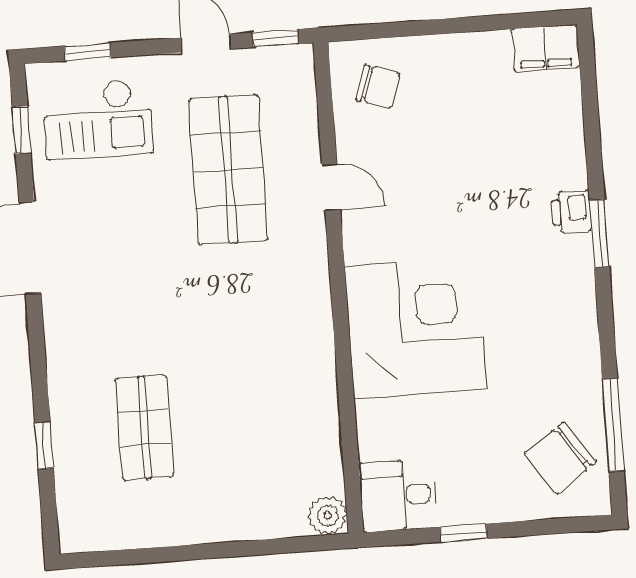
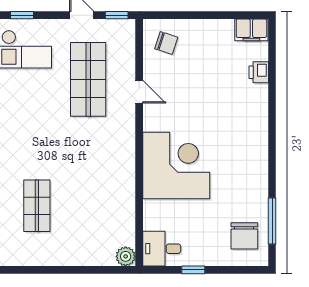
printer: (571, 212) -> (259, 72), moved
window: (599, 234) -> (272, 125), removed
chair: (560, 458) -> (244, 236), turned -54

